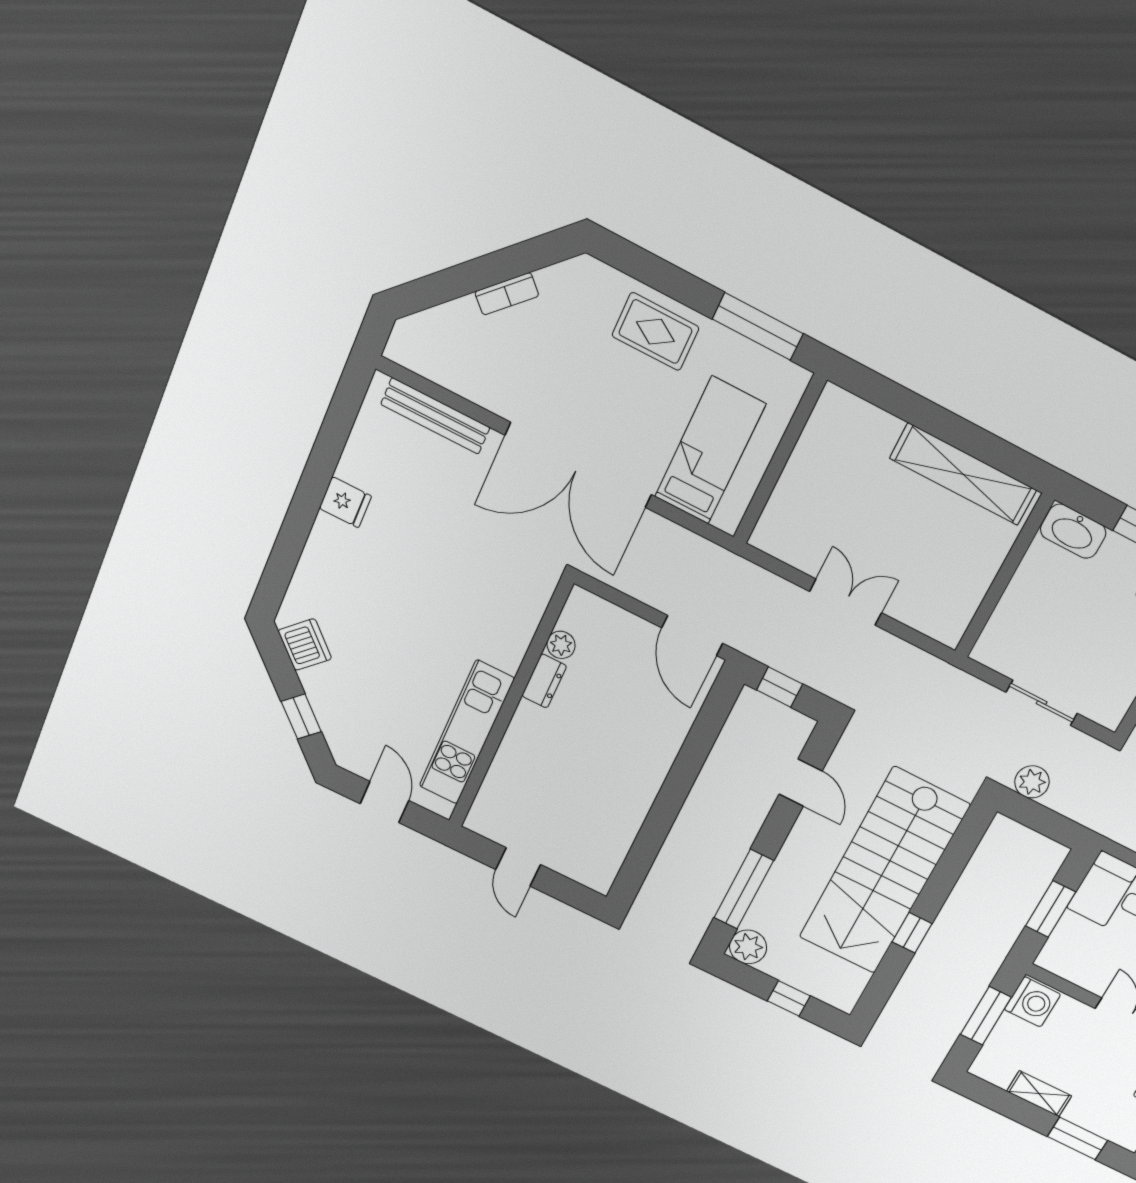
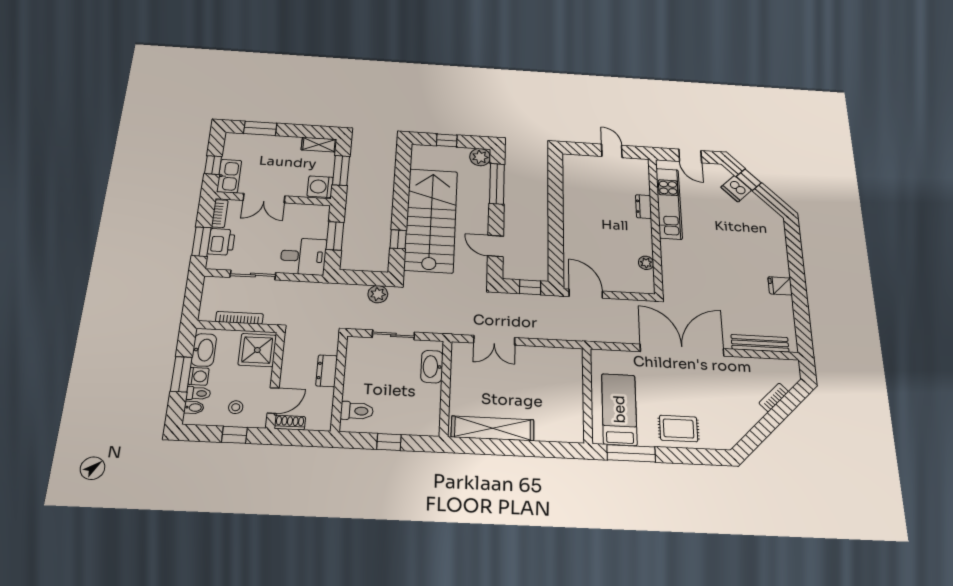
bookcase: (507, 294) -> (774, 397), moved
bed: (710, 451) -> (619, 409), moved, turned 180
washbasin: (1073, 531) -> (432, 367), moved, turned -90
double door: (846, 602) -> (494, 340), moved
dishwasher: (305, 645) -> (736, 189), moved
dresser: (544, 681) -> (644, 207), moved
window: (912, 933) -> (398, 239), moved
shelving: (1039, 1094) -> (319, 145), moved

